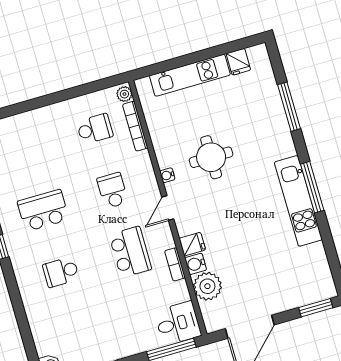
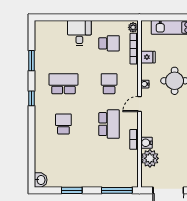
fridge: (192, 244) -> (148, 57), moved
school desk: (61, 272) -> (63, 124), turned 90
desk: (178, 323) -> (79, 33), moved, turned -90

